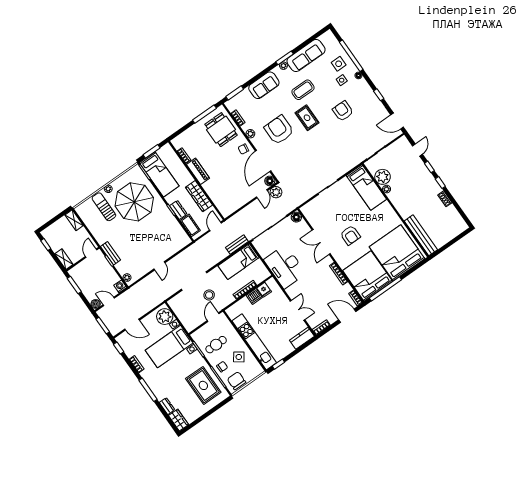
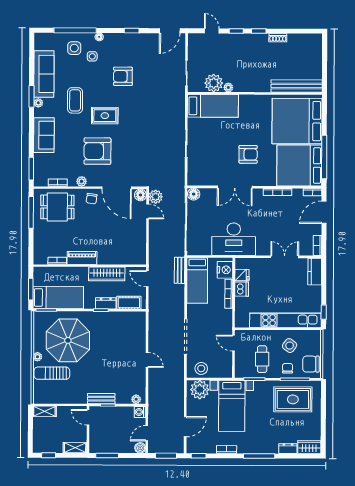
nightstand: (259, 276) -> (225, 270), added
stool: (209, 295) -> (201, 368), moved

